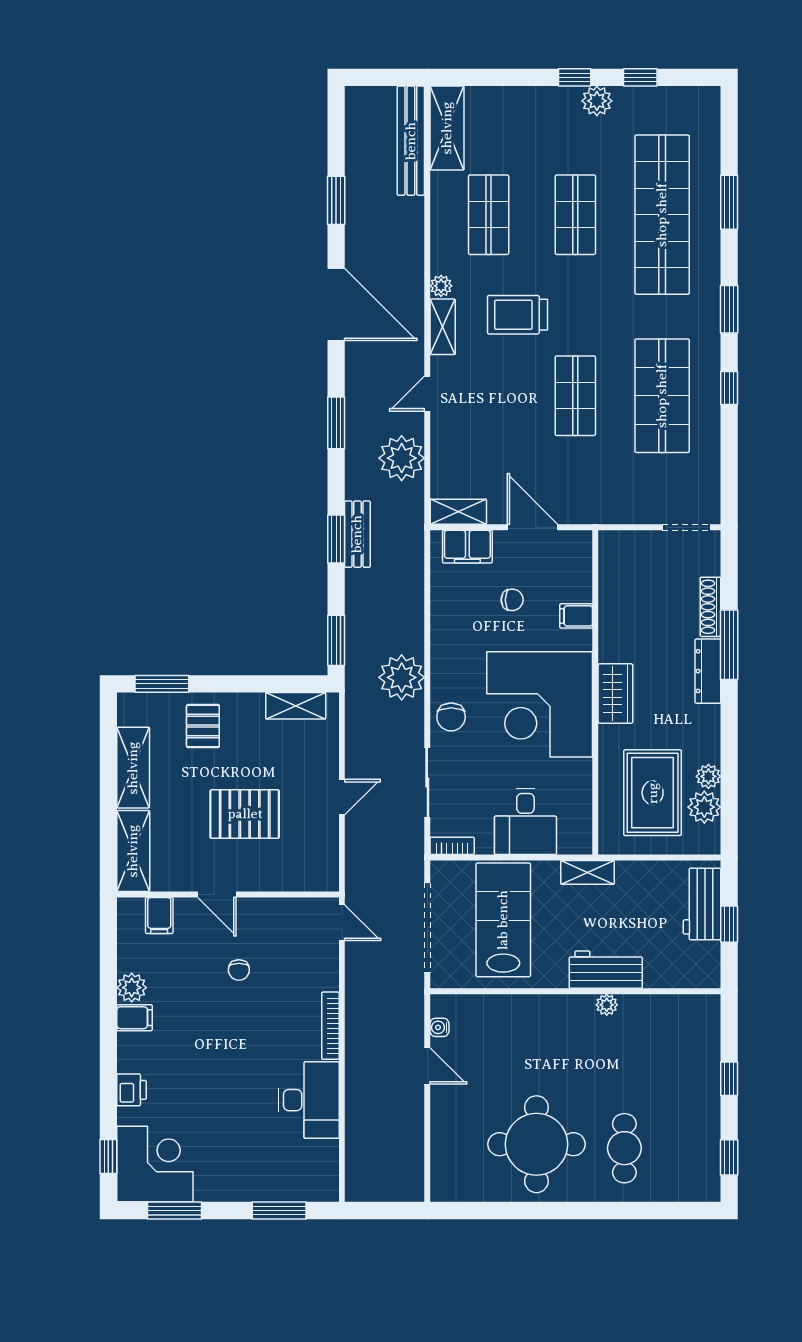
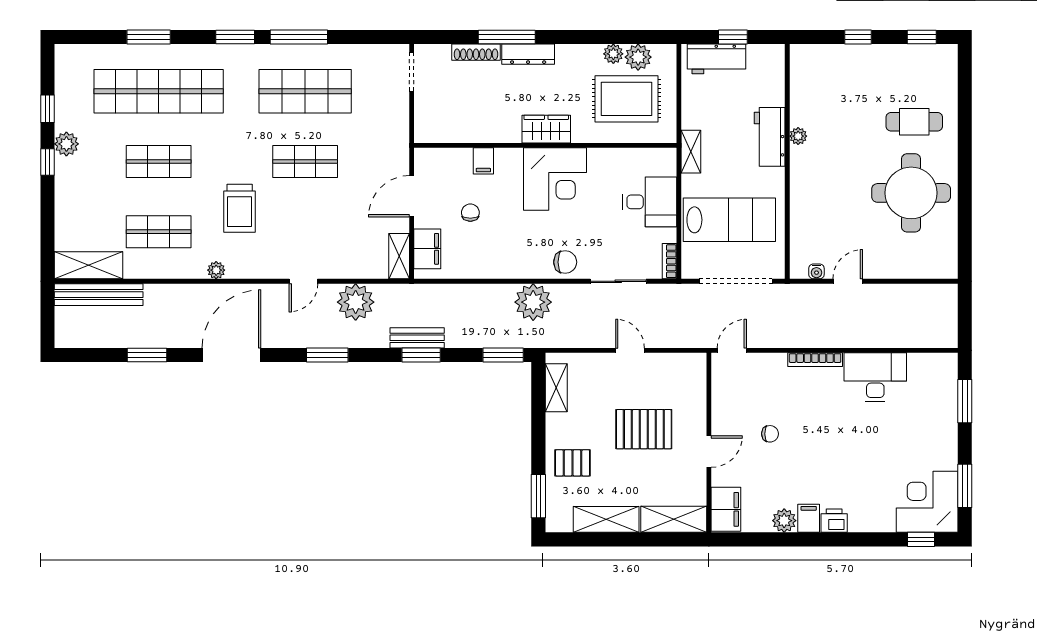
shelving: (443, 327) -> (249, 269), removed
window: (729, 388) -> (299, 37), width x2.17
door: (427, 394) -> (303, 281), hinge flipped
corner desk: (540, 704) -> (555, 179), width x0.74, depth x0.74
pallet: (245, 814) -> (644, 429), turned 90
filing cabinet: (159, 916) -> (726, 509), width x2.00
lab bench: (503, 920) -> (729, 220), turned 180
printer: (132, 1090) -> (834, 521), moved

